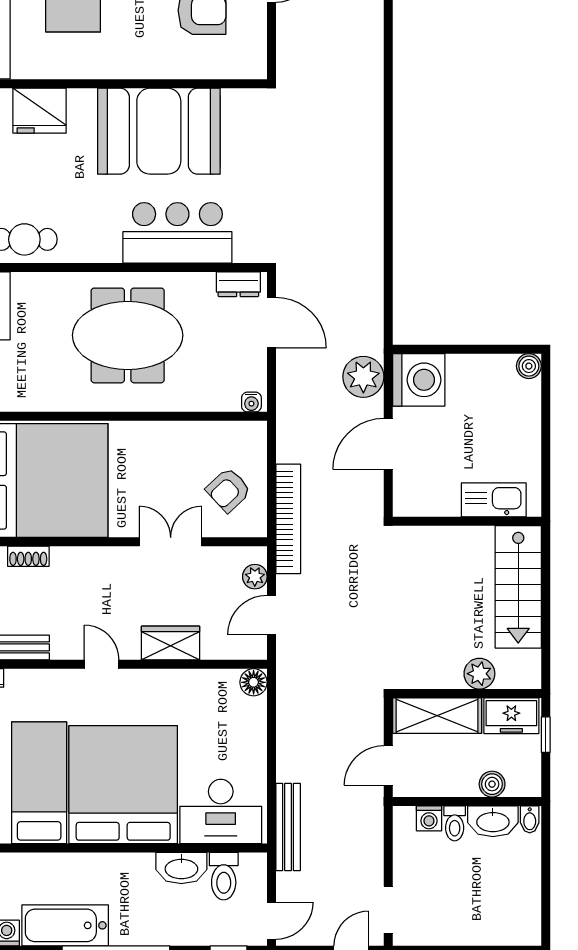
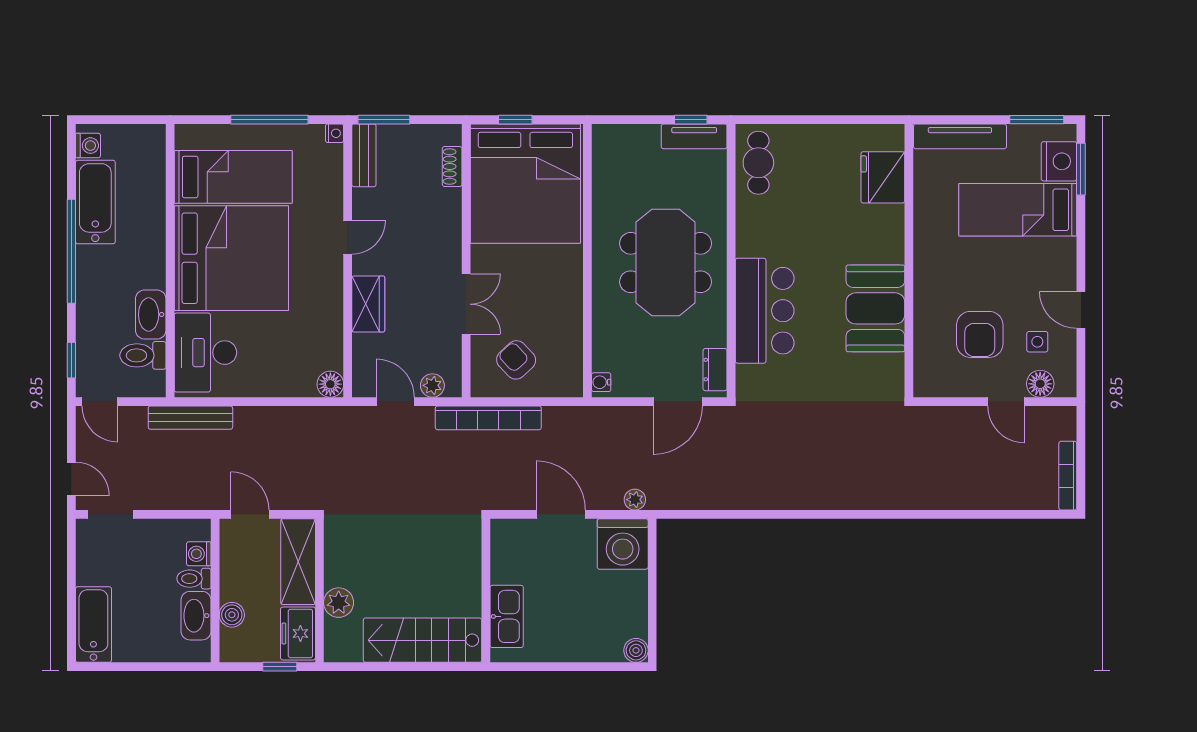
booth: (159, 131) -> (875, 308), width x0.73, depth x0.70
plant: (363, 377) -> (635, 500), width x0.53, depth x0.53
bidet: (530, 819) -> (198, 651), removed
bathtub: (502, 927) -> (93, 624), added

